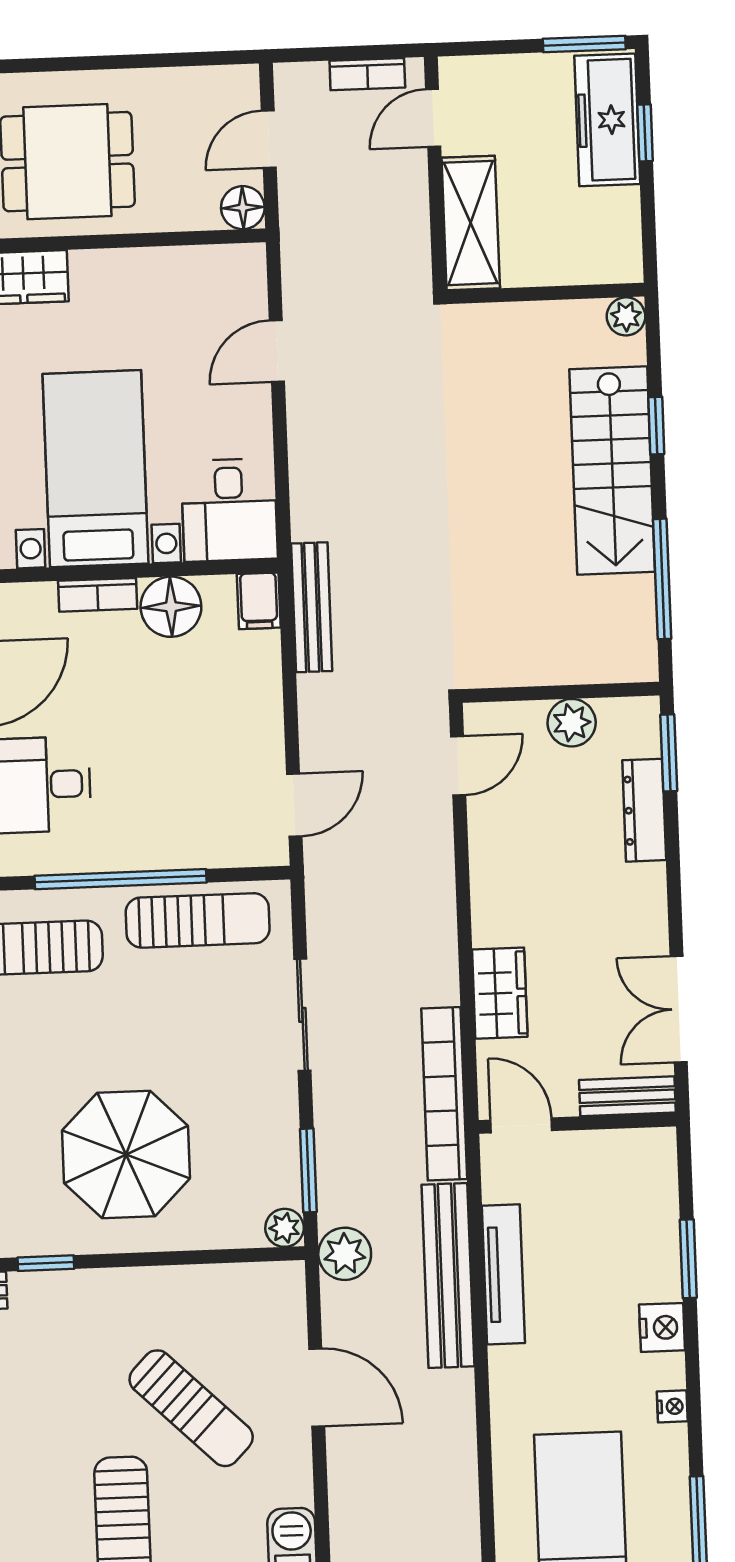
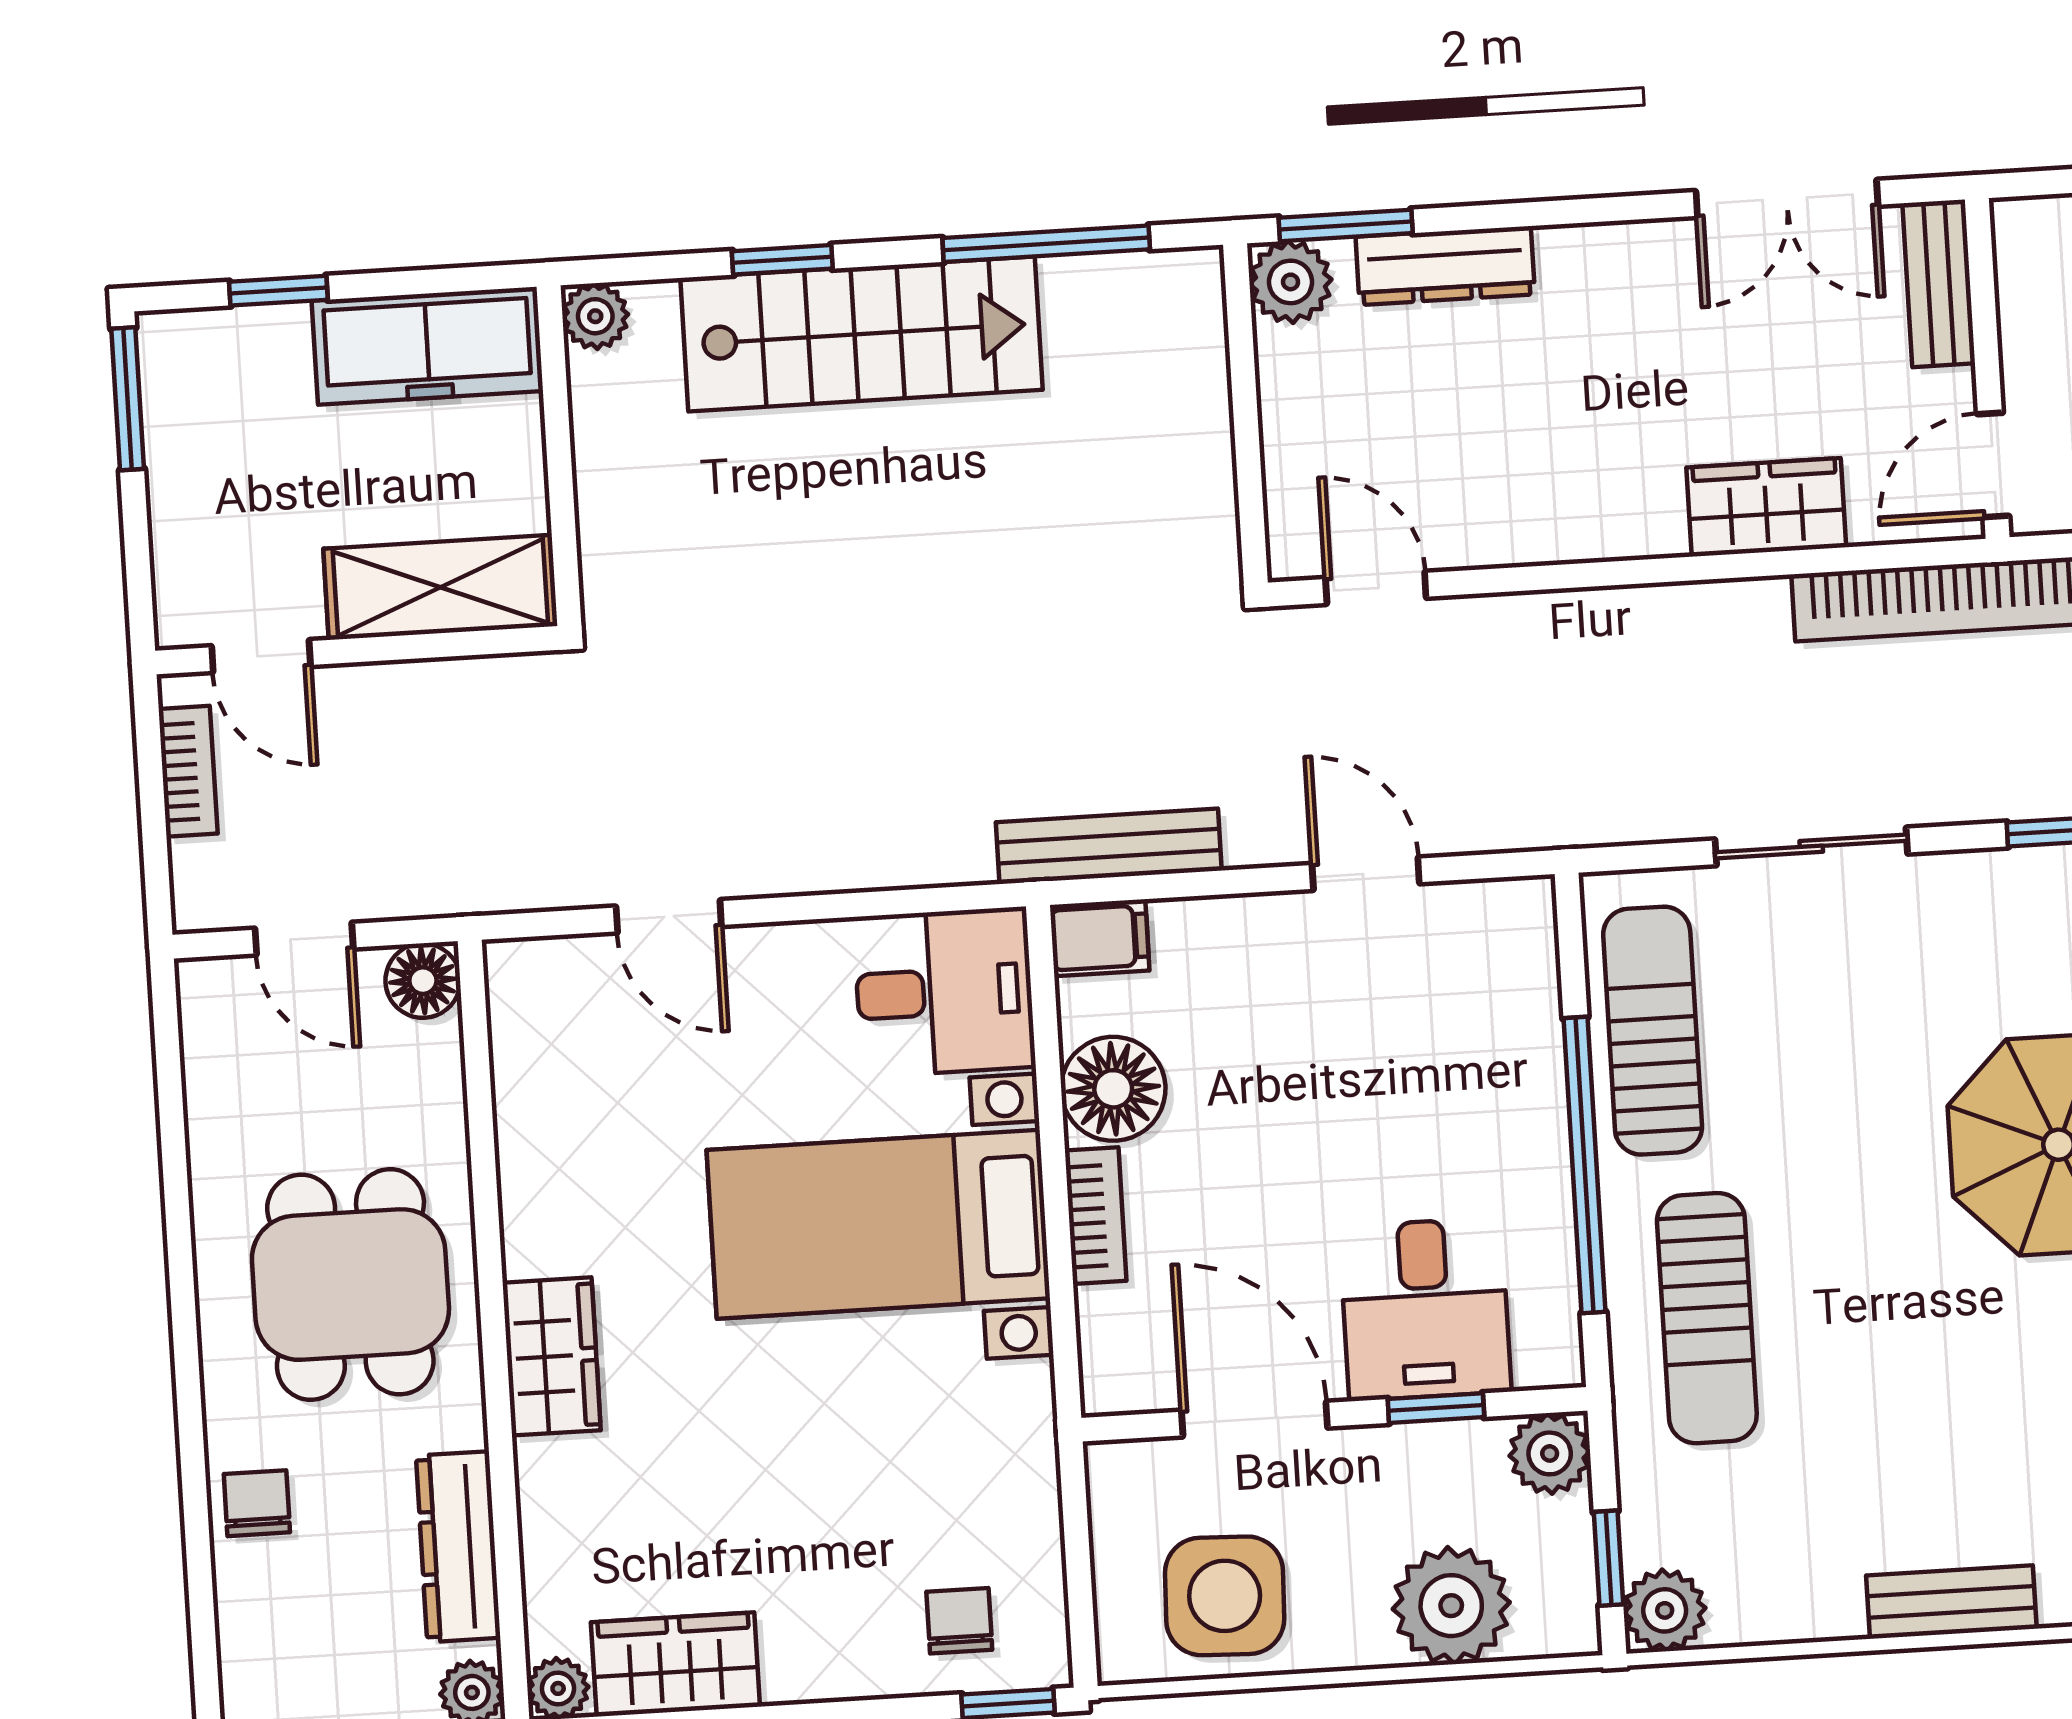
freezer: (607, 120) -> (427, 346), moved
plant: (572, 723) -> (1291, 282), moved
door: (294, 805) -> (1366, 874), moved

